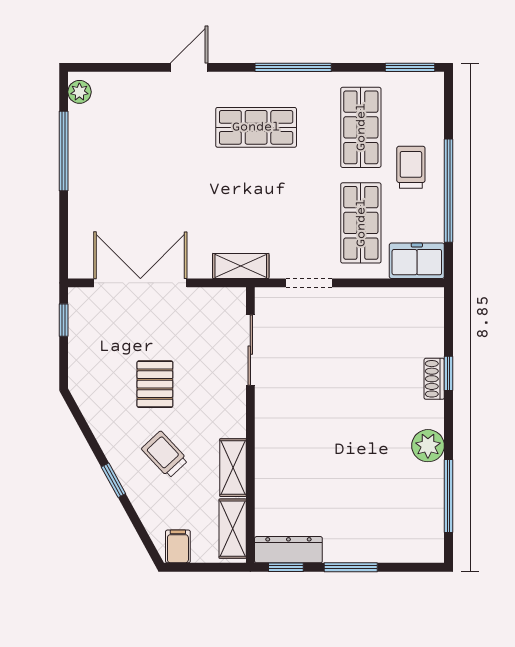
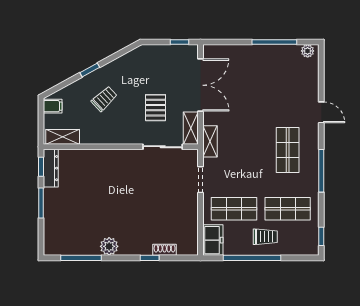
window: (410, 67) -> (321, 236), width x0.67
shoe rack: (434, 379) -> (165, 250), moved
pallet: (155, 384) -> (156, 108), moved, turned 90
shelving: (233, 468) -> (191, 128), moved, turned 90

